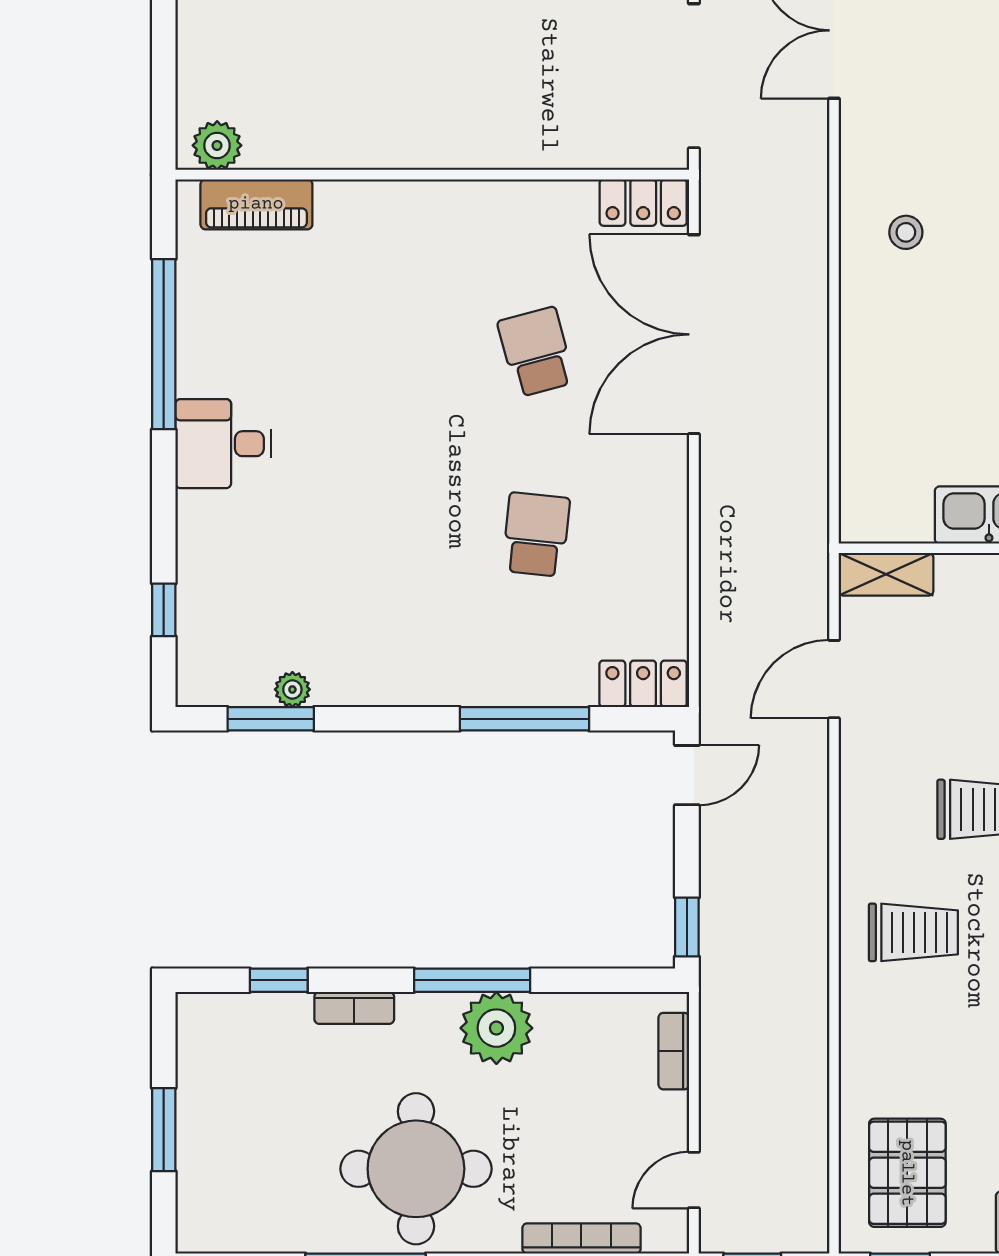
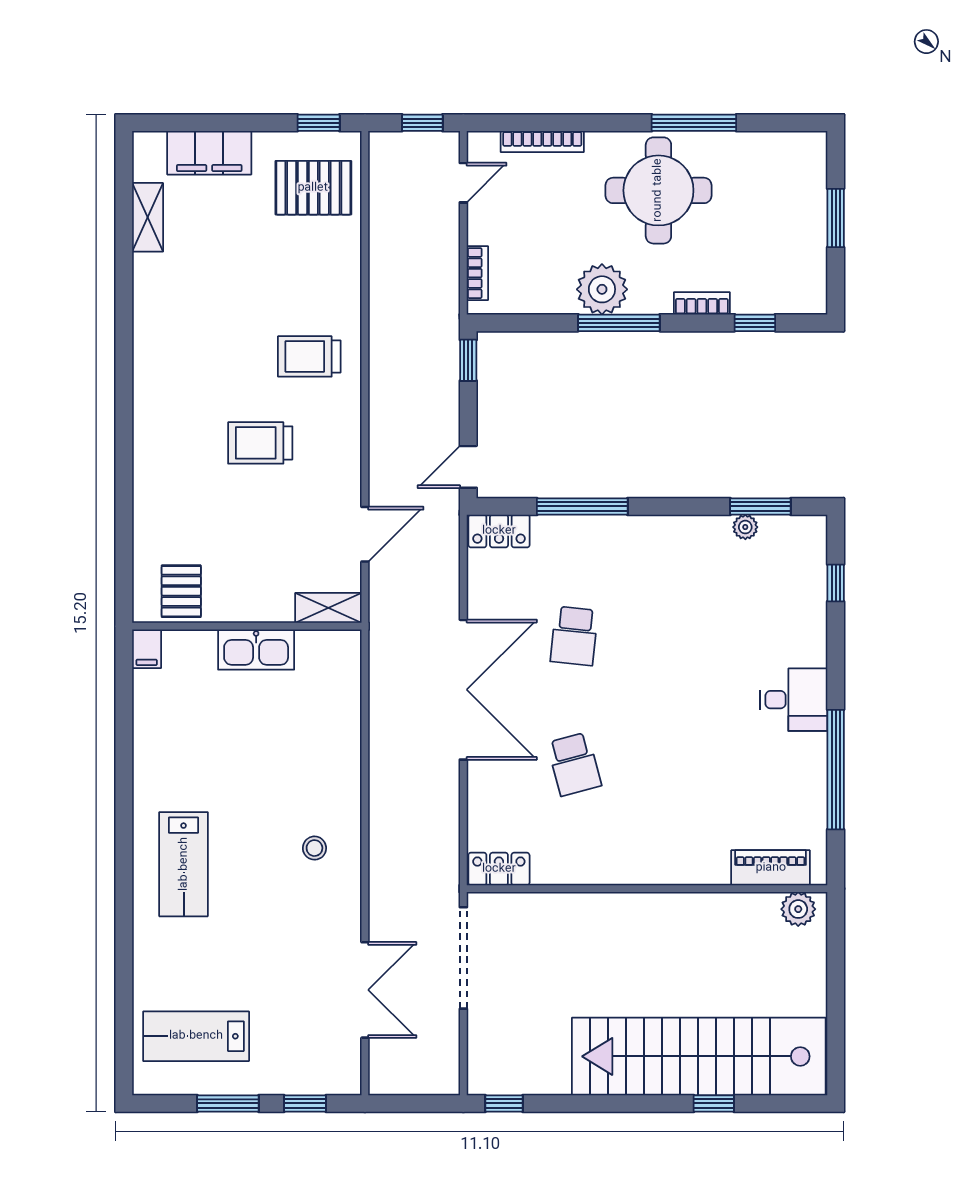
double door: (694, 334) -> (463, 690), moved
pallet: (907, 1173) -> (313, 188), turned 90

